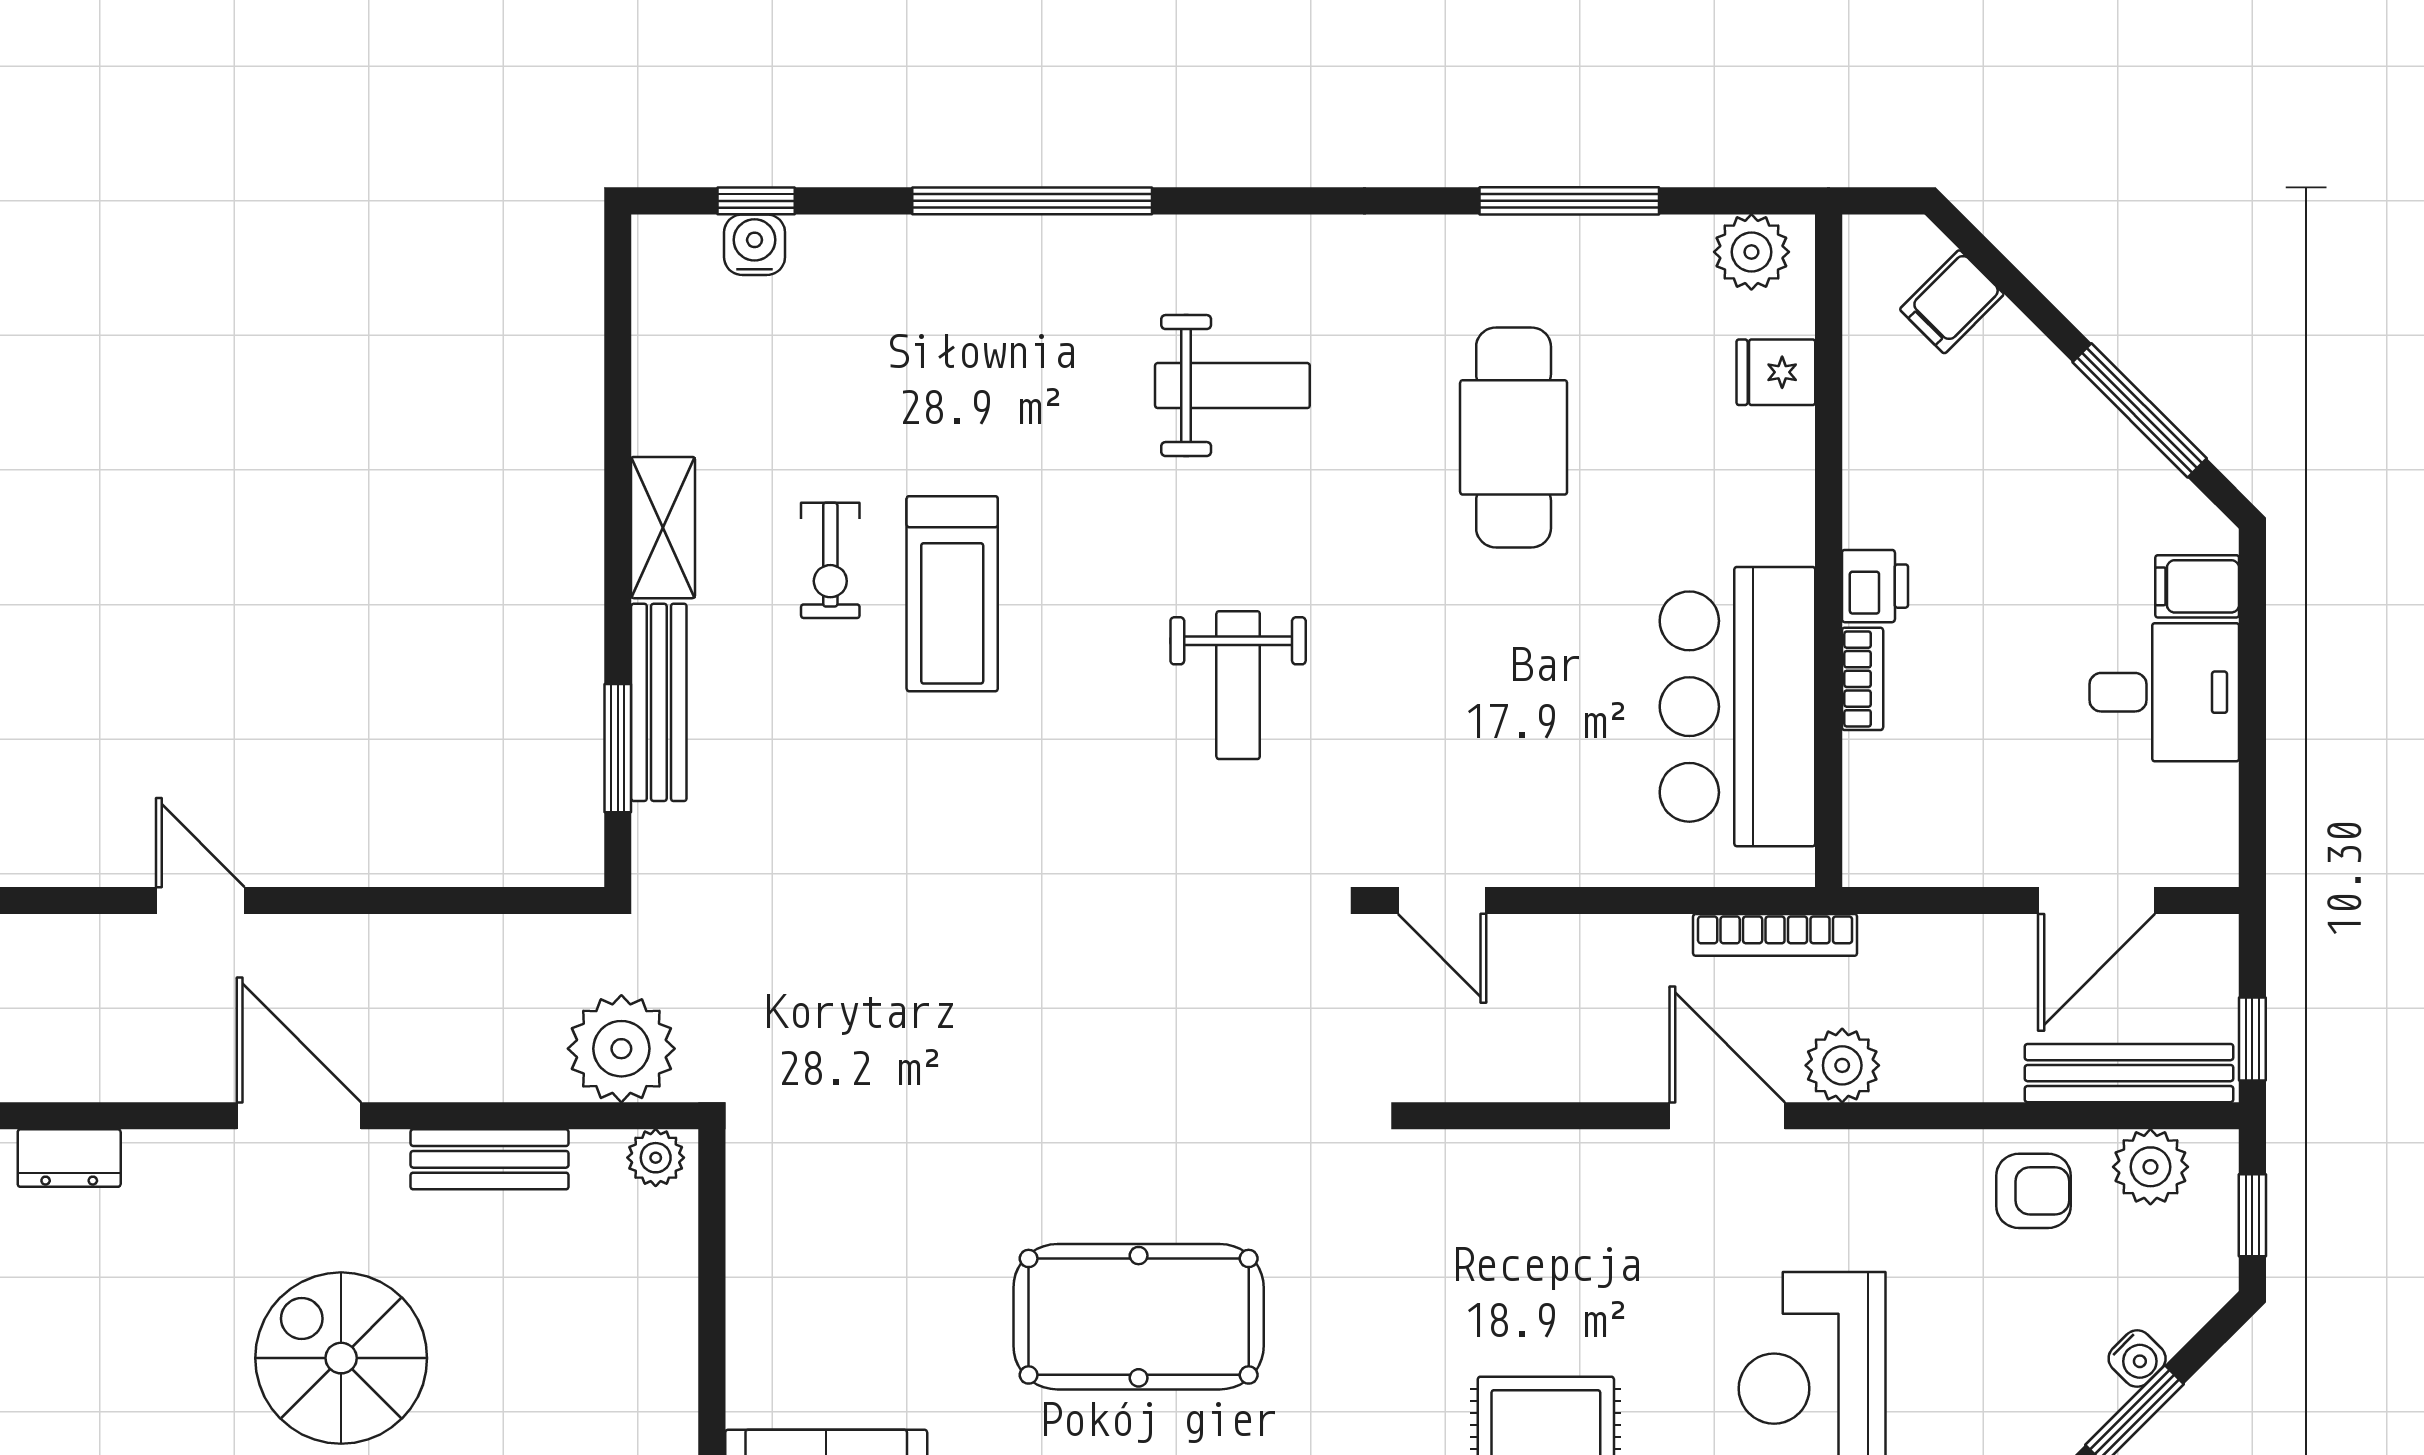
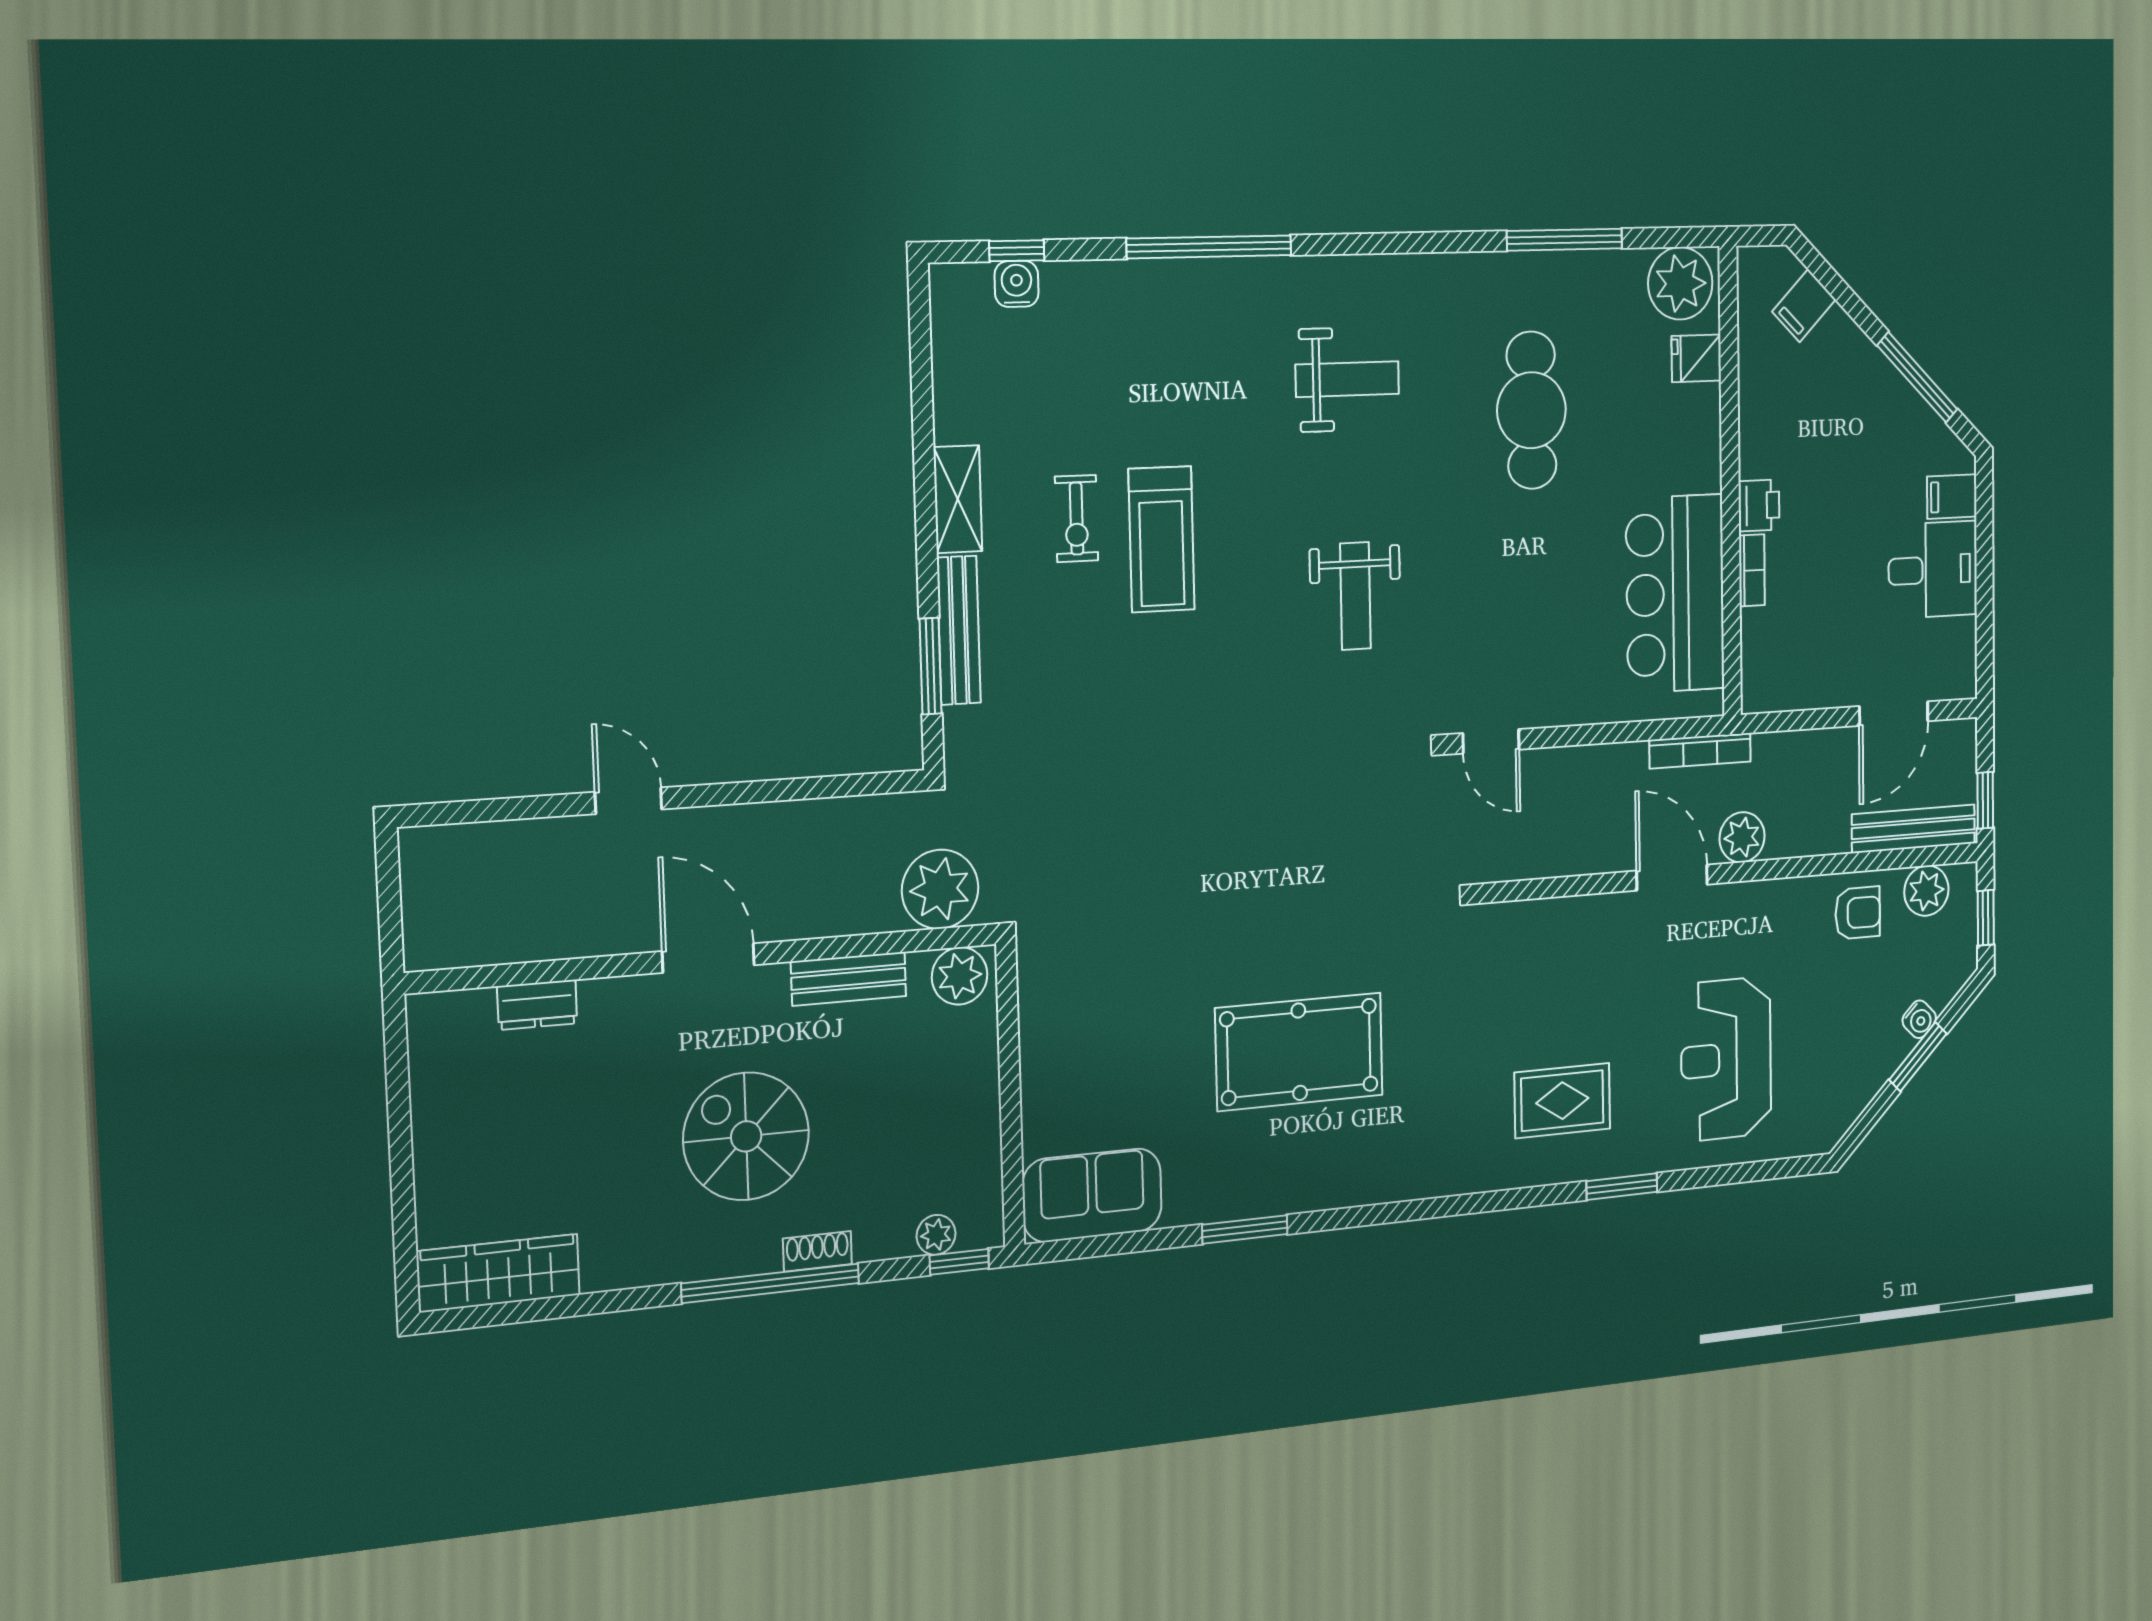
plant: (1751, 252) -> (1680, 283), width x1.36, depth x1.36
plant: (656, 1158) -> (960, 976), width x1.38, depth x1.38

